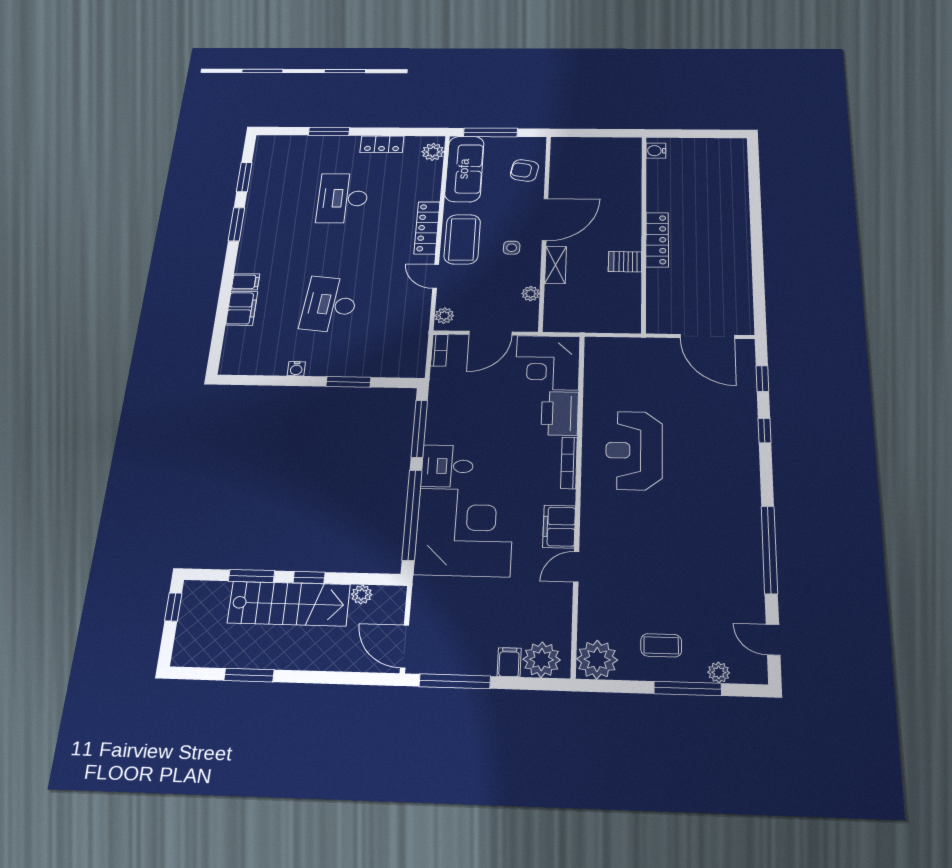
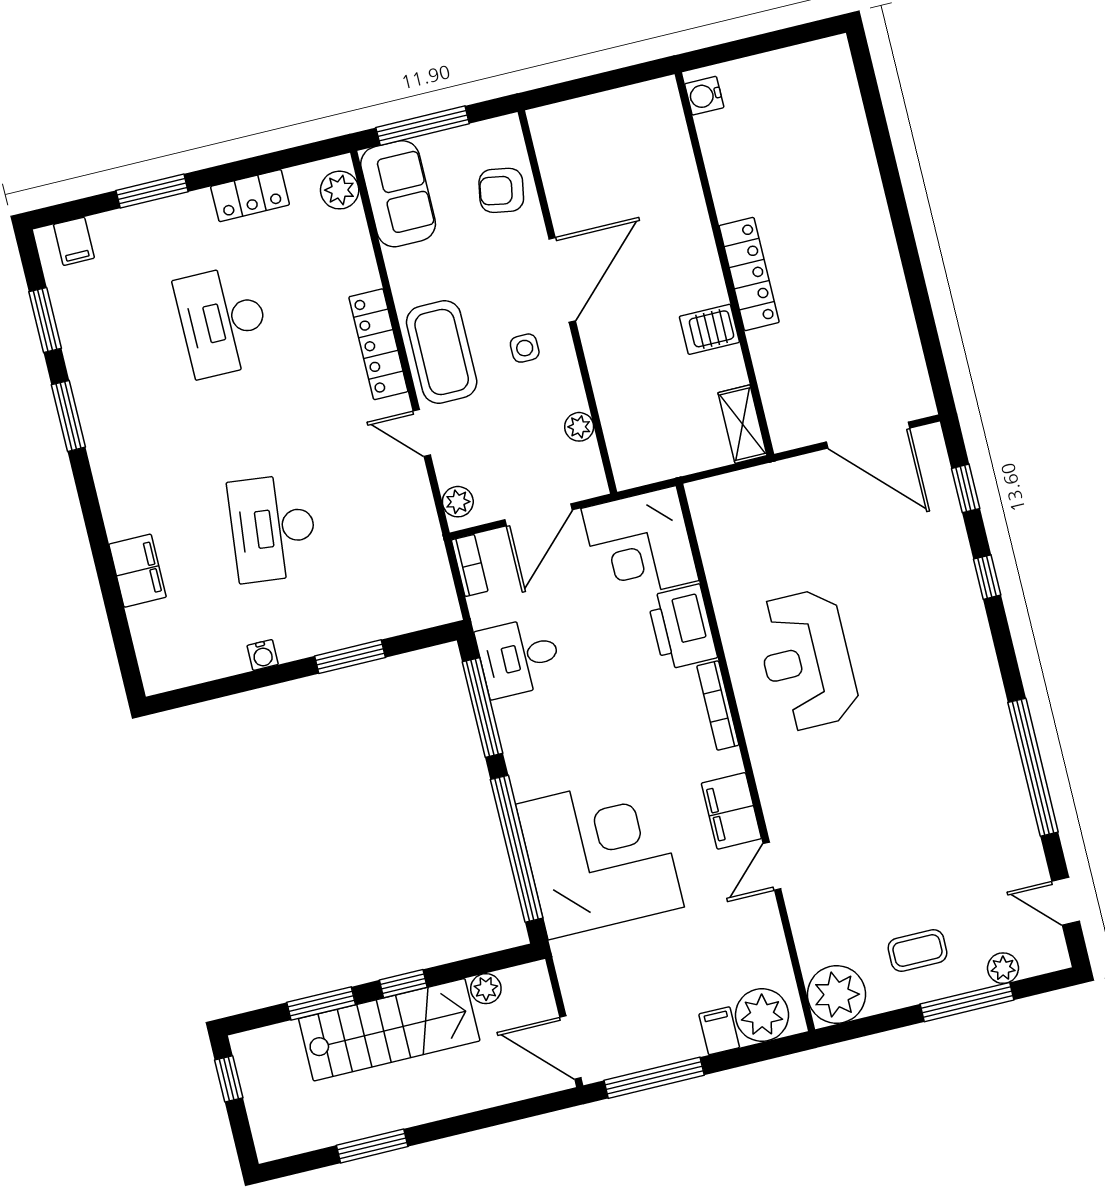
sofa: (464, 169) -> (398, 194), width x0.73
shelving: (556, 265) -> (742, 424), moved
filing cabinet: (245, 282) -> (74, 241), moved, turned 90
desk: (447, 466) -> (519, 657), moved

